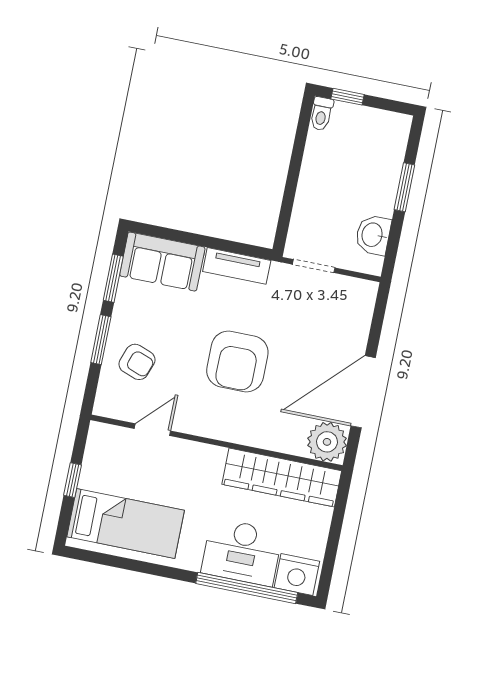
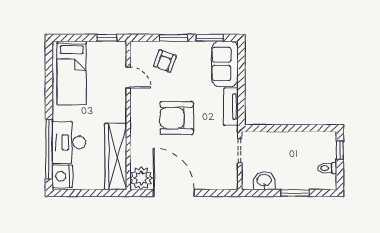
toilet: (321, 114) -> (327, 168), moved
window: (73, 480) -> (107, 38), moved

